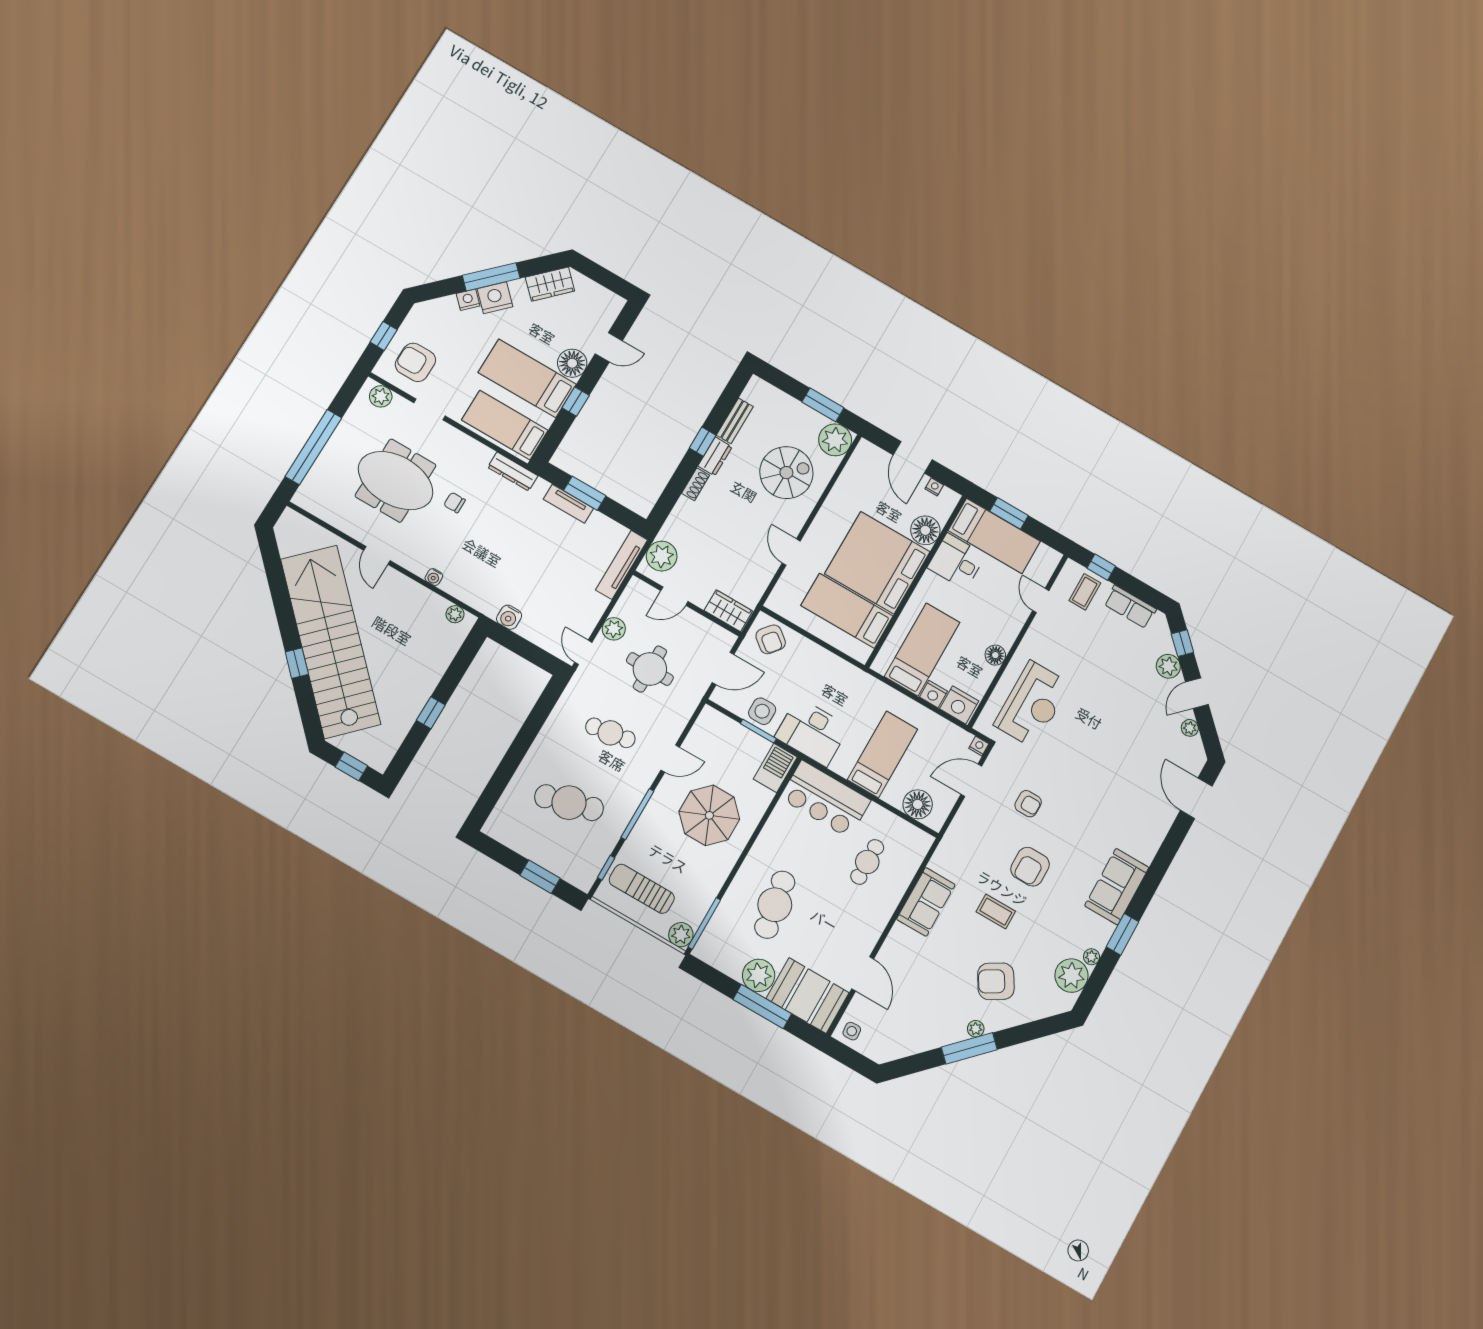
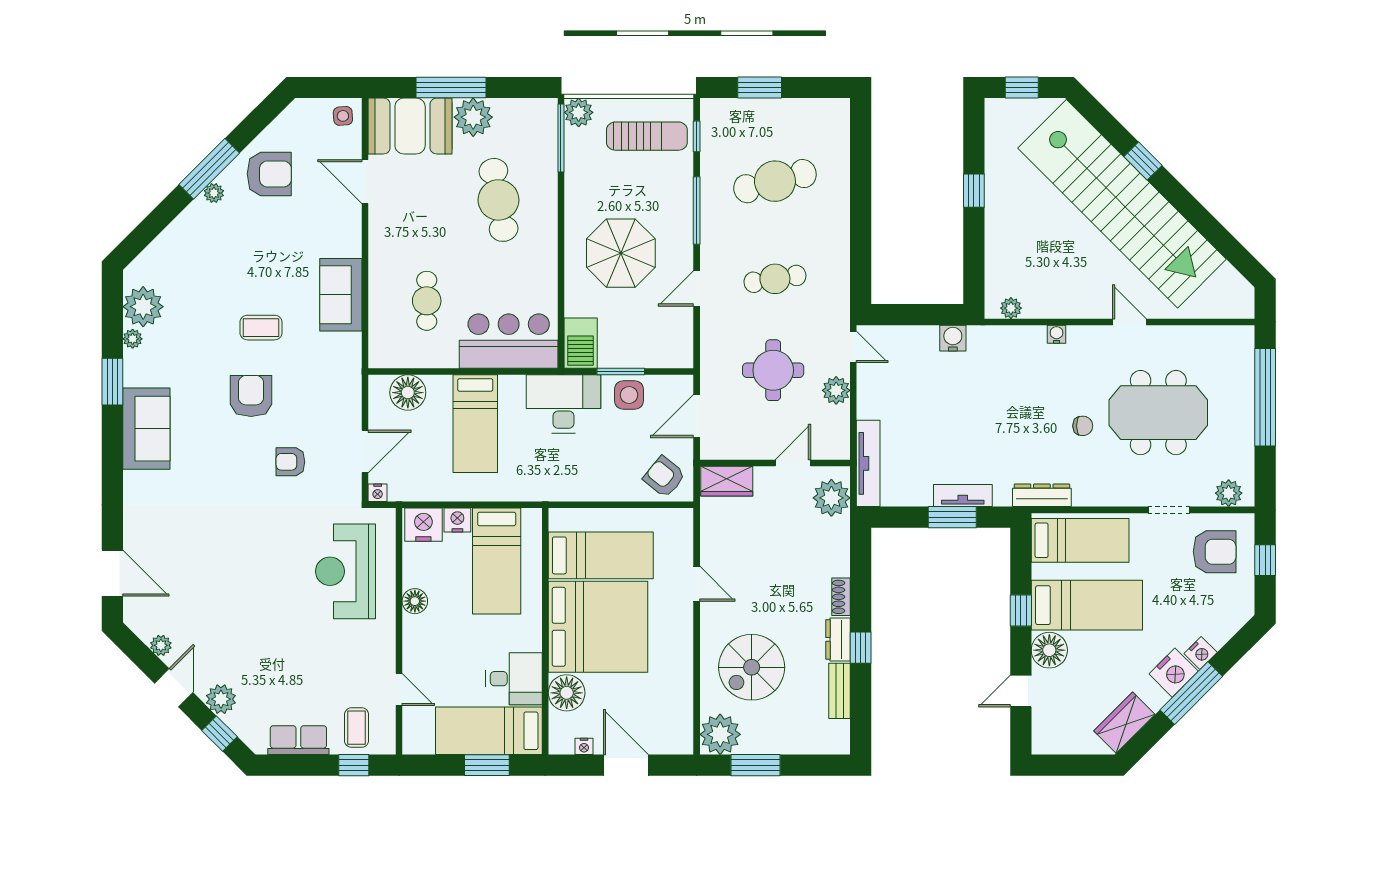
armchair: (996, 981) -> (269, 174), moved, turned 31

